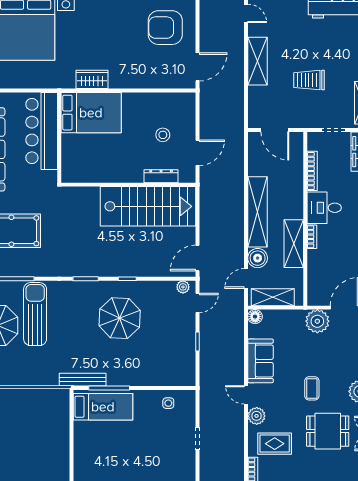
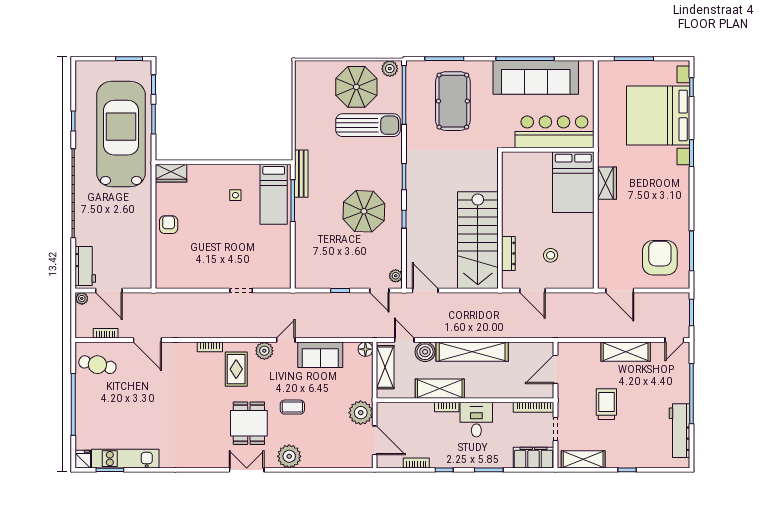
bookcase: (312, 171) -> (534, 407), moved
side table: (168, 403) -> (235, 195), moved

